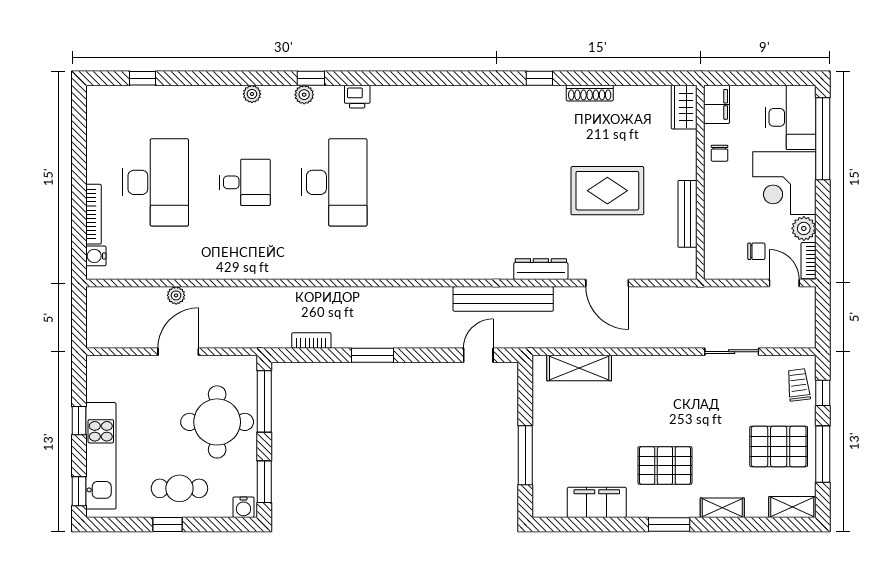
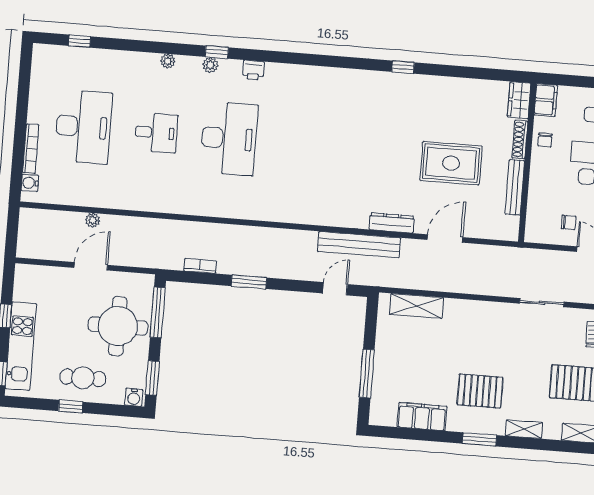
shoe rack: (590, 93) -> (520, 140), moved, turned 90
door: (607, 283) -> (445, 238), swing flipped

